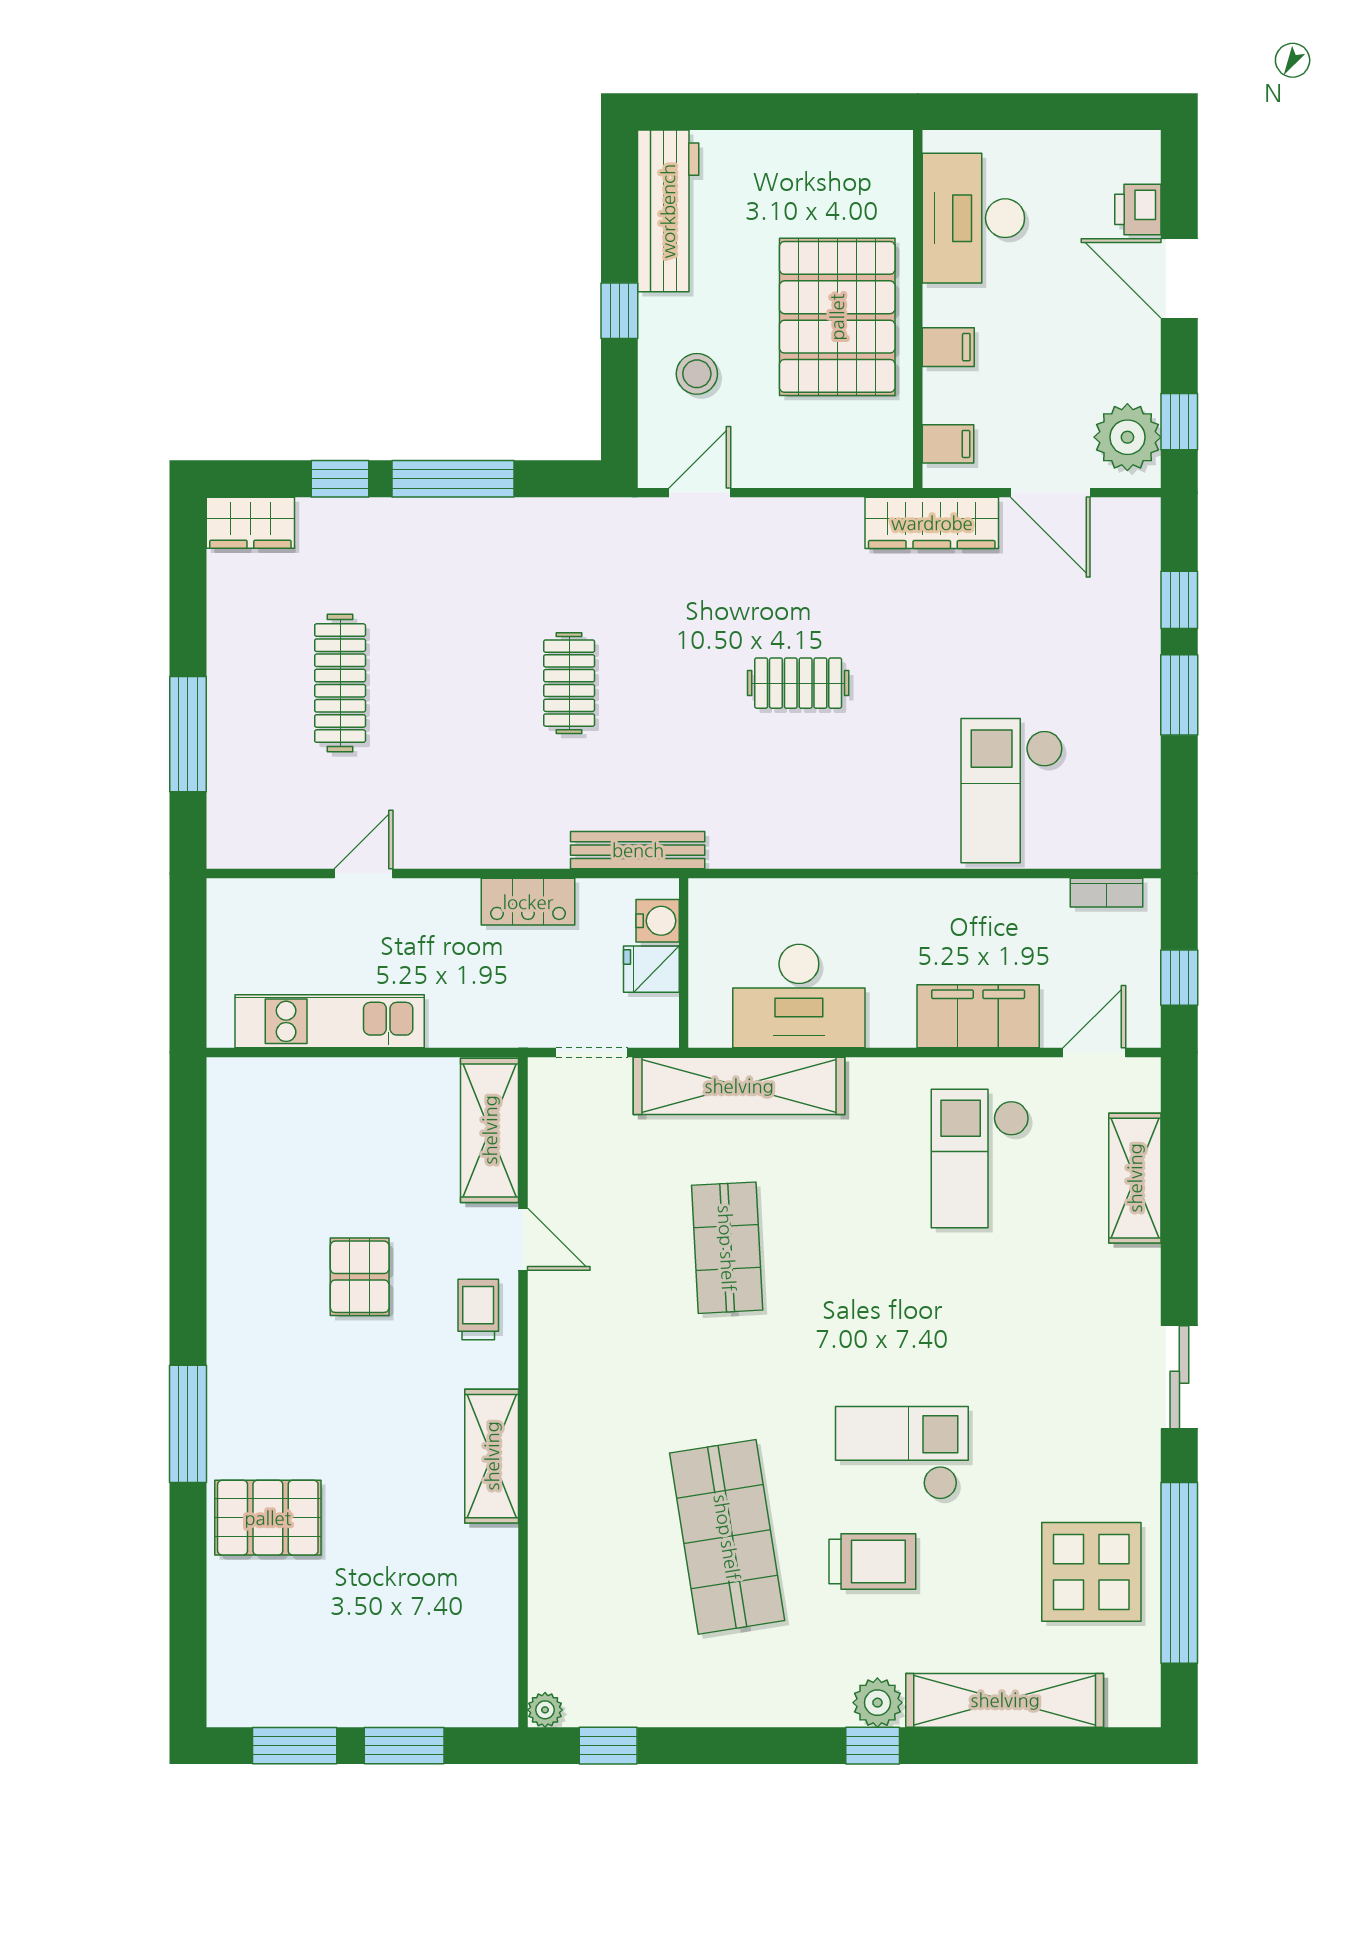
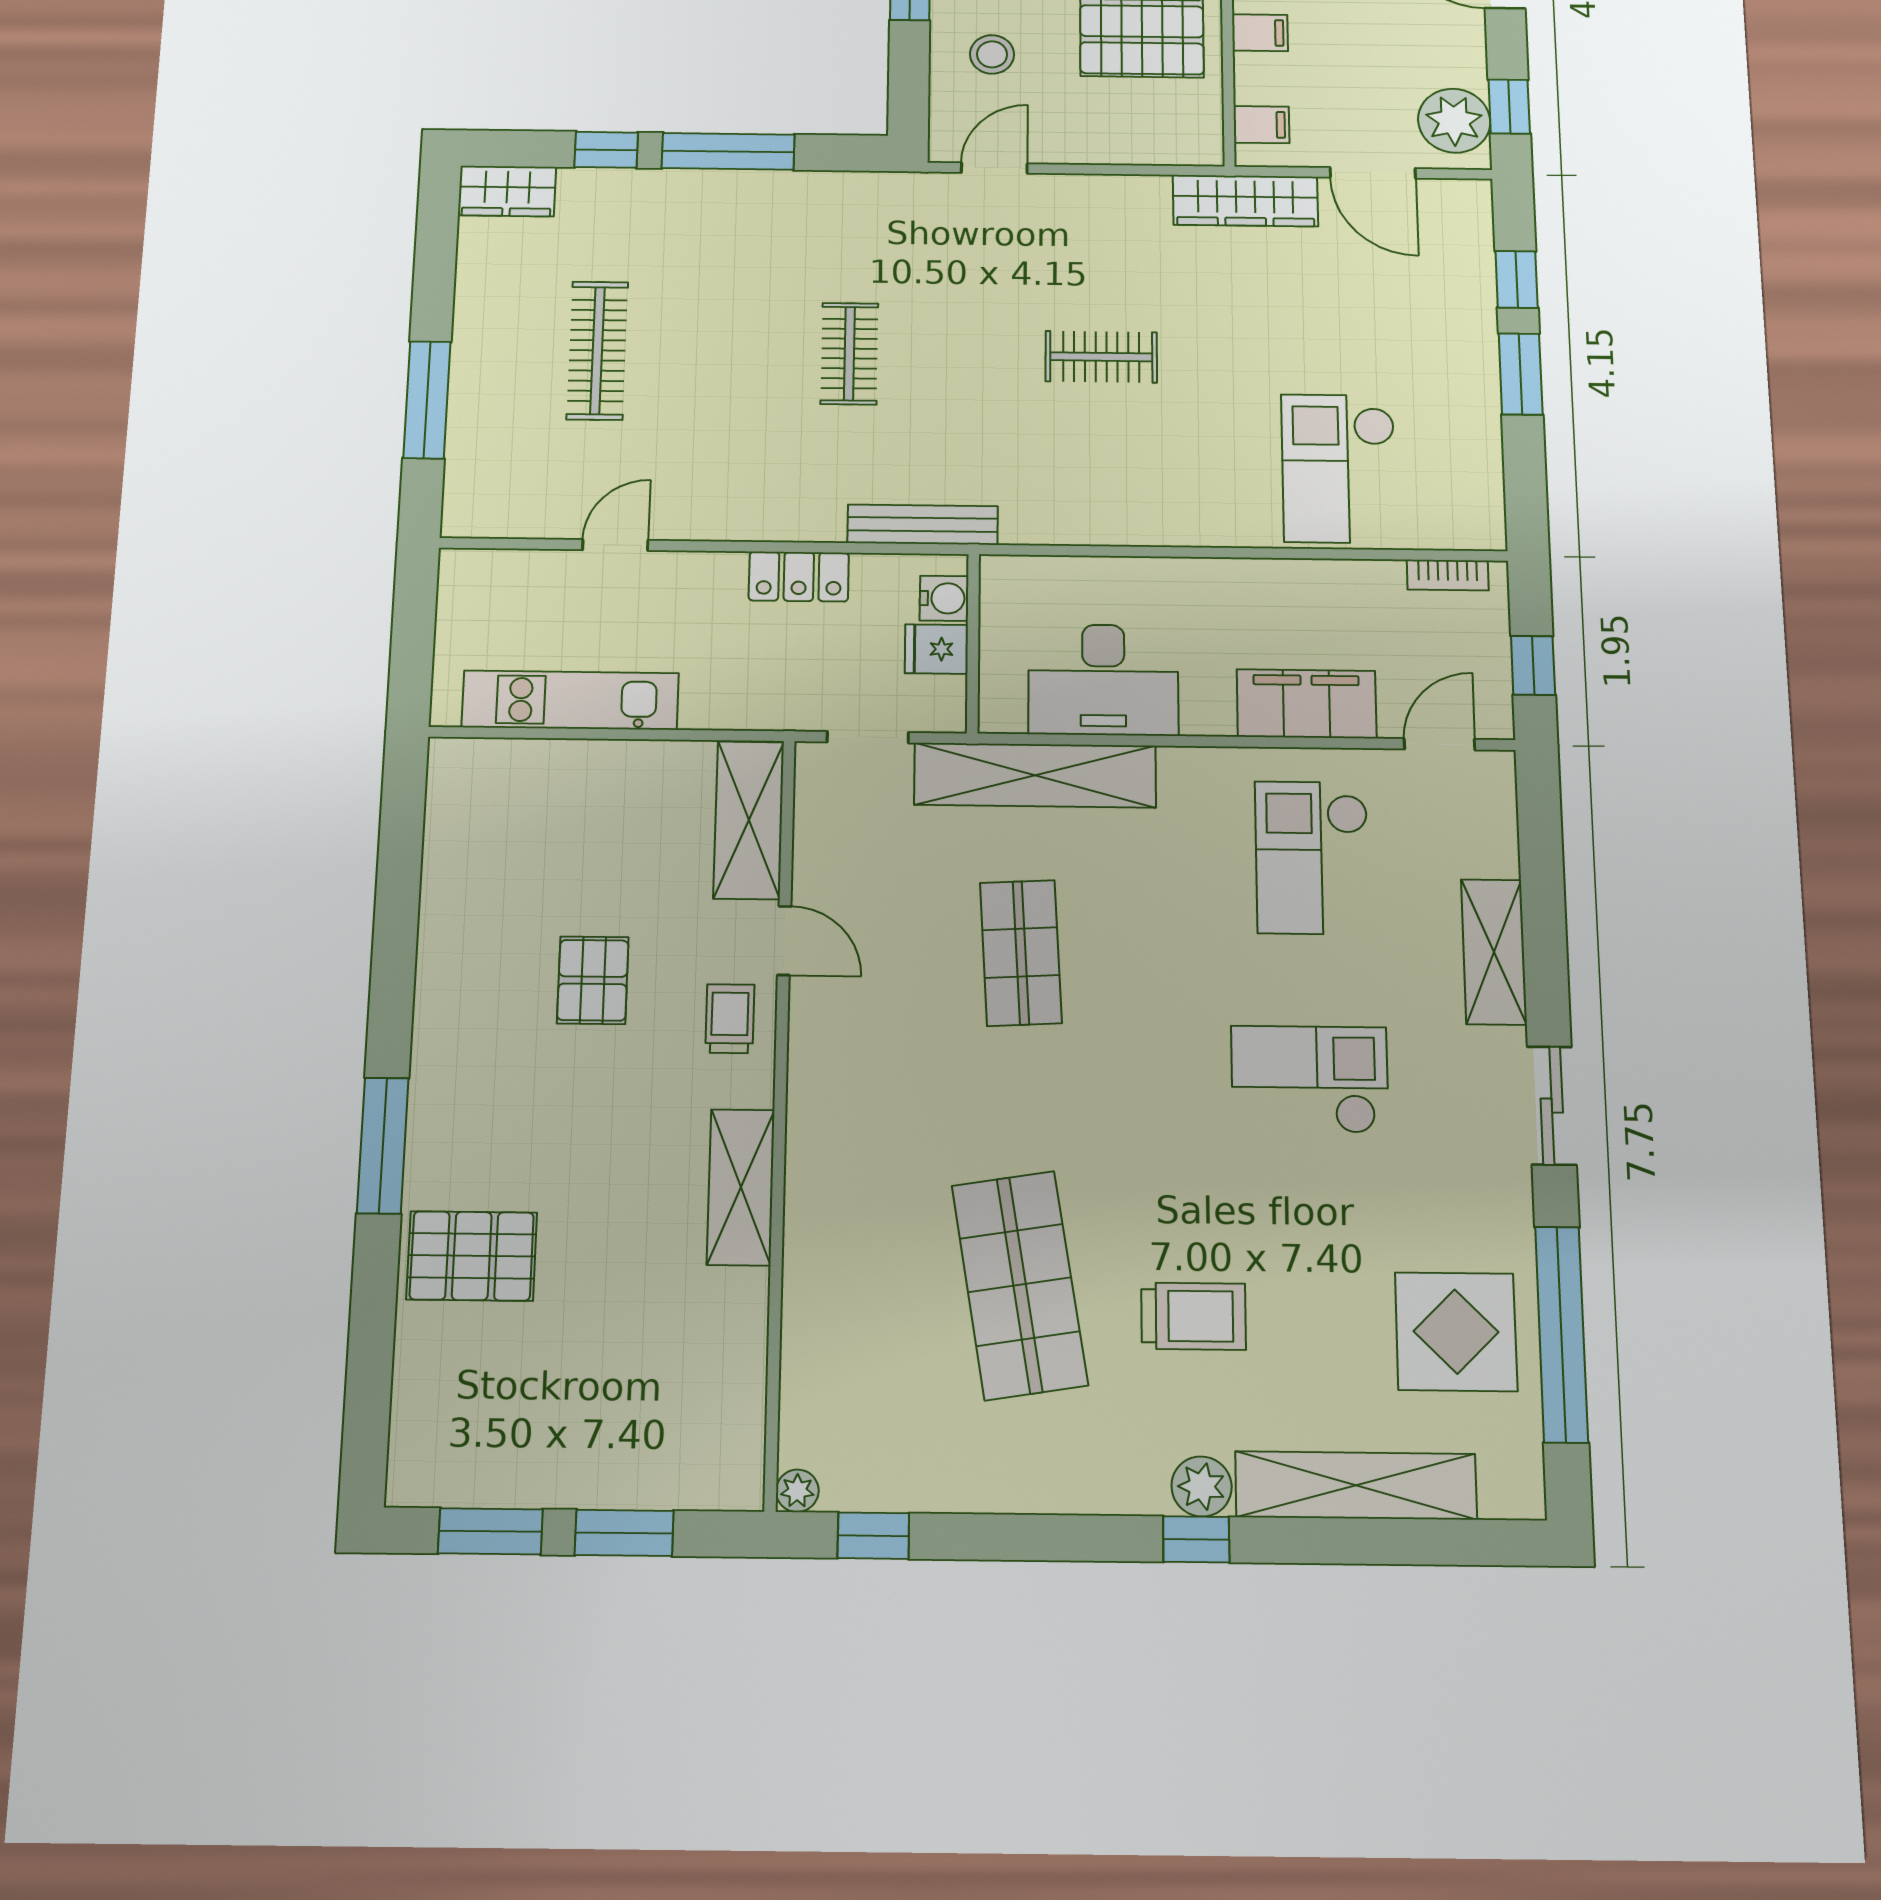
shelving: (1135, 1178) -> (1494, 952), moved
checkout: (902, 1453) -> (1310, 1079), moved

